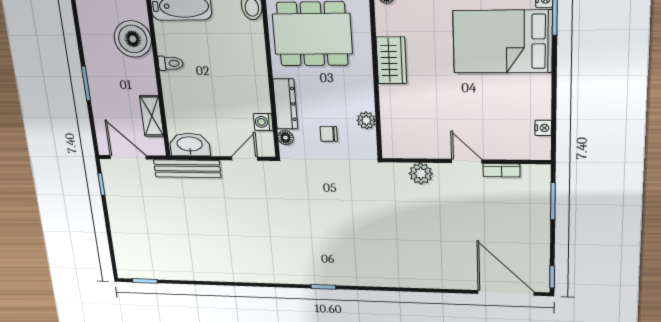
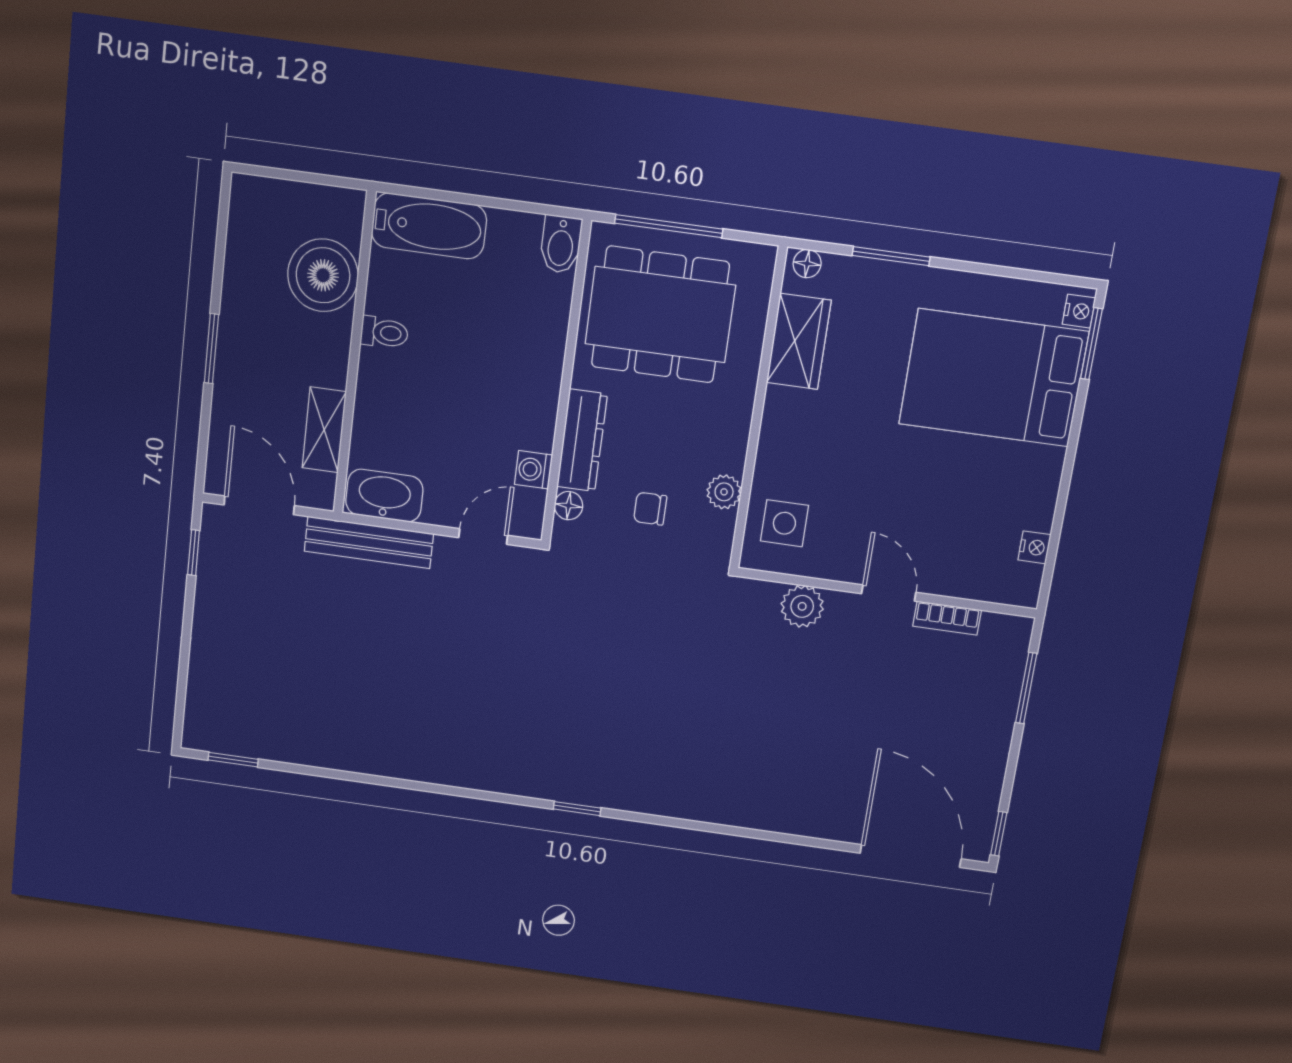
wardrobe: (391, 60) -> (799, 341), moved
side table: (402, 132) -> (784, 523), added

